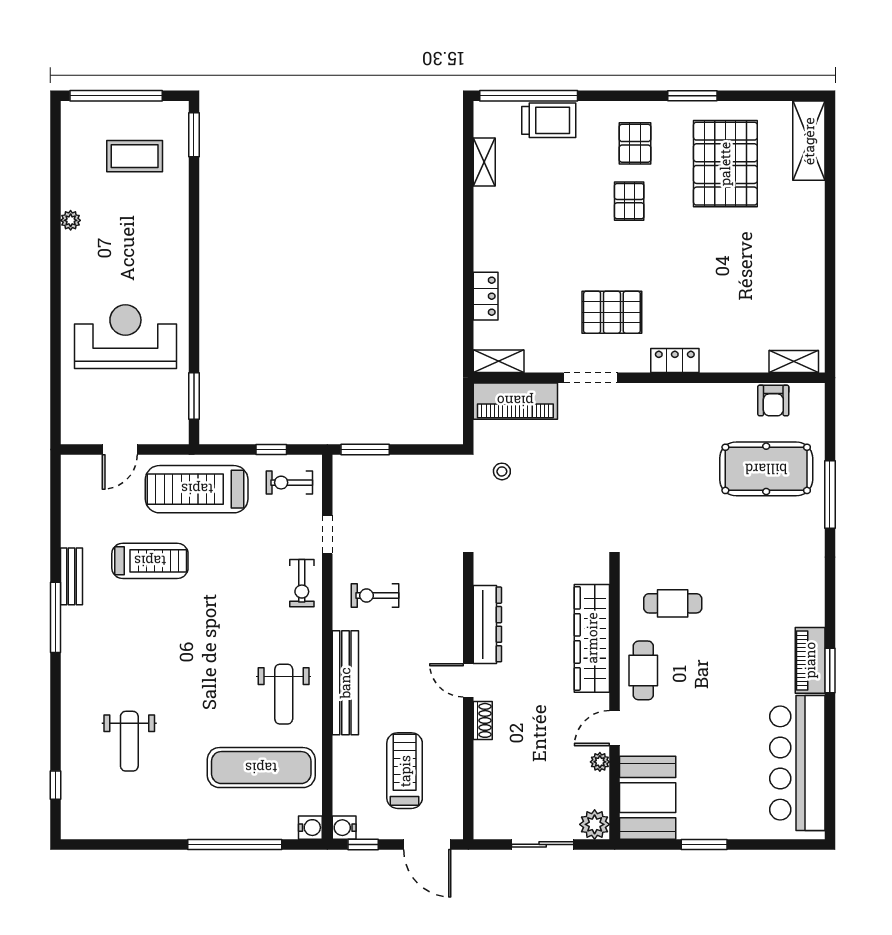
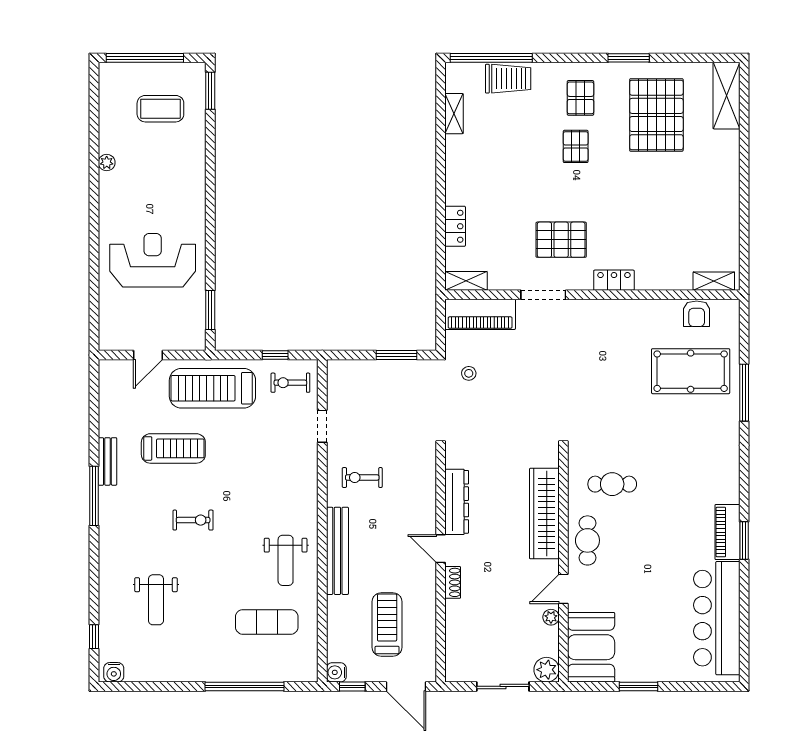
window: (365, 450) -> (396, 355), moved
exercise bike: (302, 583) -> (193, 520), moved, turned -90
exercise mat: (261, 768) -> (267, 622), width x0.73, depth x0.69
water cooler: (310, 828) -> (114, 672), moved, turned 90

